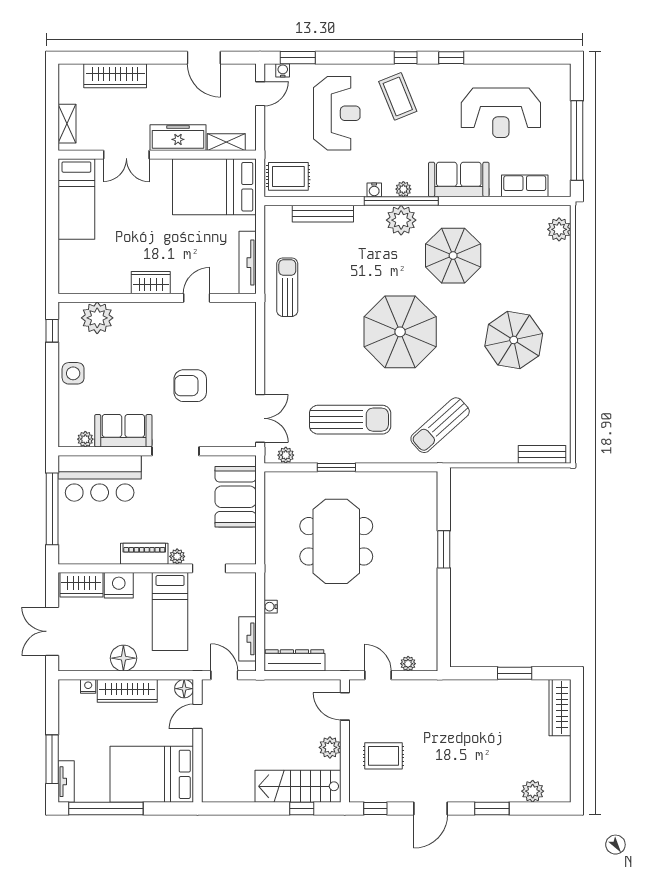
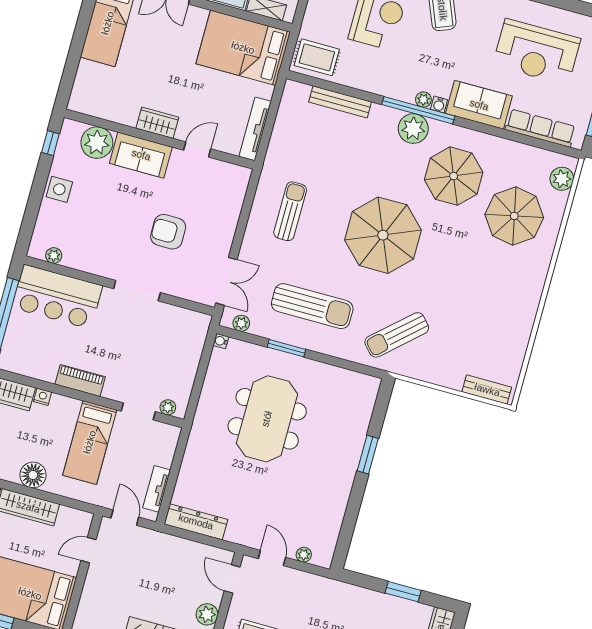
row of seats: (525, 186) -> (540, 128), width x1.48
water cooler: (374, 190) -> (439, 105), moved
sun lounger: (287, 287) -> (290, 211), moved
parasol: (514, 340) -> (514, 216), moved
sofa: (123, 431) -> (141, 155), moved, turned 180
booth: (236, 497) -> (182, 350), removed
plant: (177, 556) -> (168, 407), moved
nightstand: (119, 585) -> (43, 397), width x0.53, depth x0.56
water cooler: (271, 607) -> (221, 341), moved
floor lamp: (184, 689) -> (83, 520), removed

